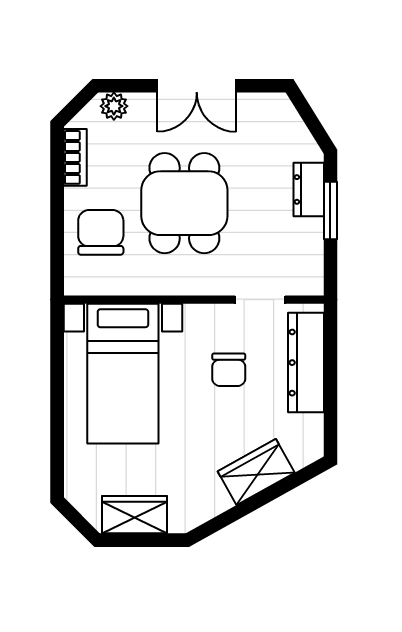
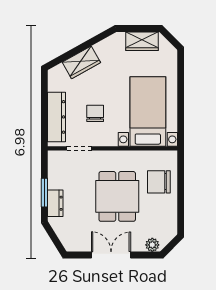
bookcase: (75, 157) -> (172, 219), removed
chair: (101, 232) -> (159, 182), turned 90

